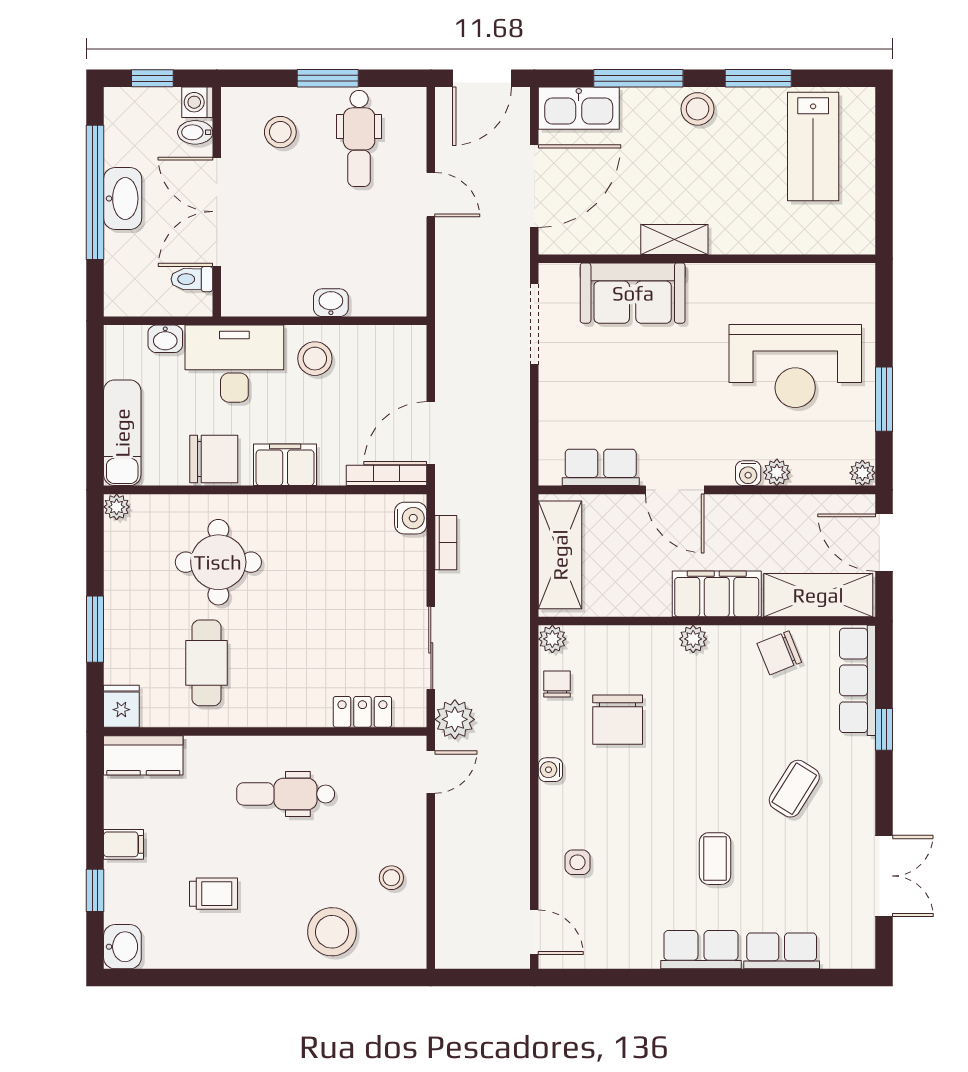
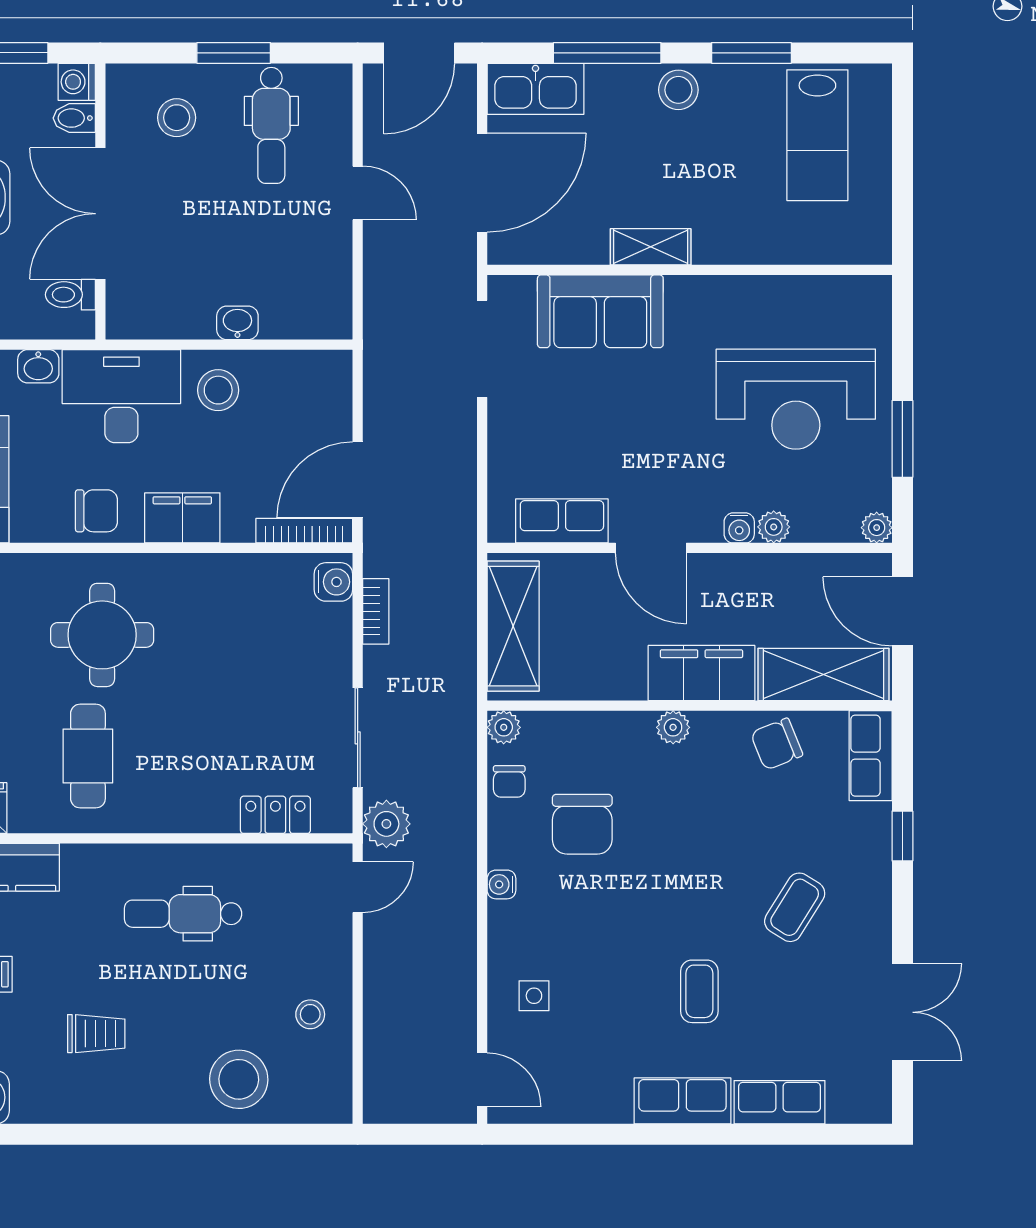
chair: (214, 459) -> (96, 511), width x0.73, depth x0.73
row of seats: (857, 680) -> (871, 756), width x0.68
chair: (557, 684) -> (509, 781), turned 180

